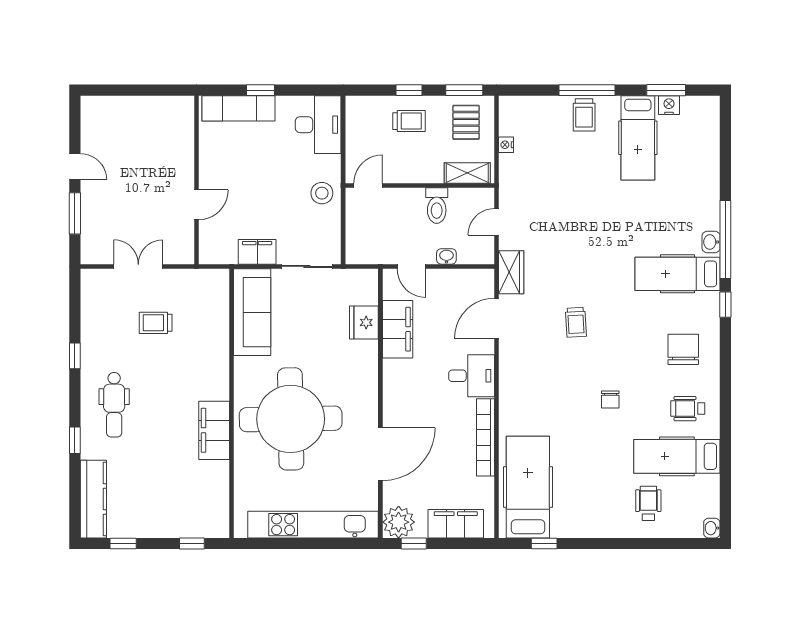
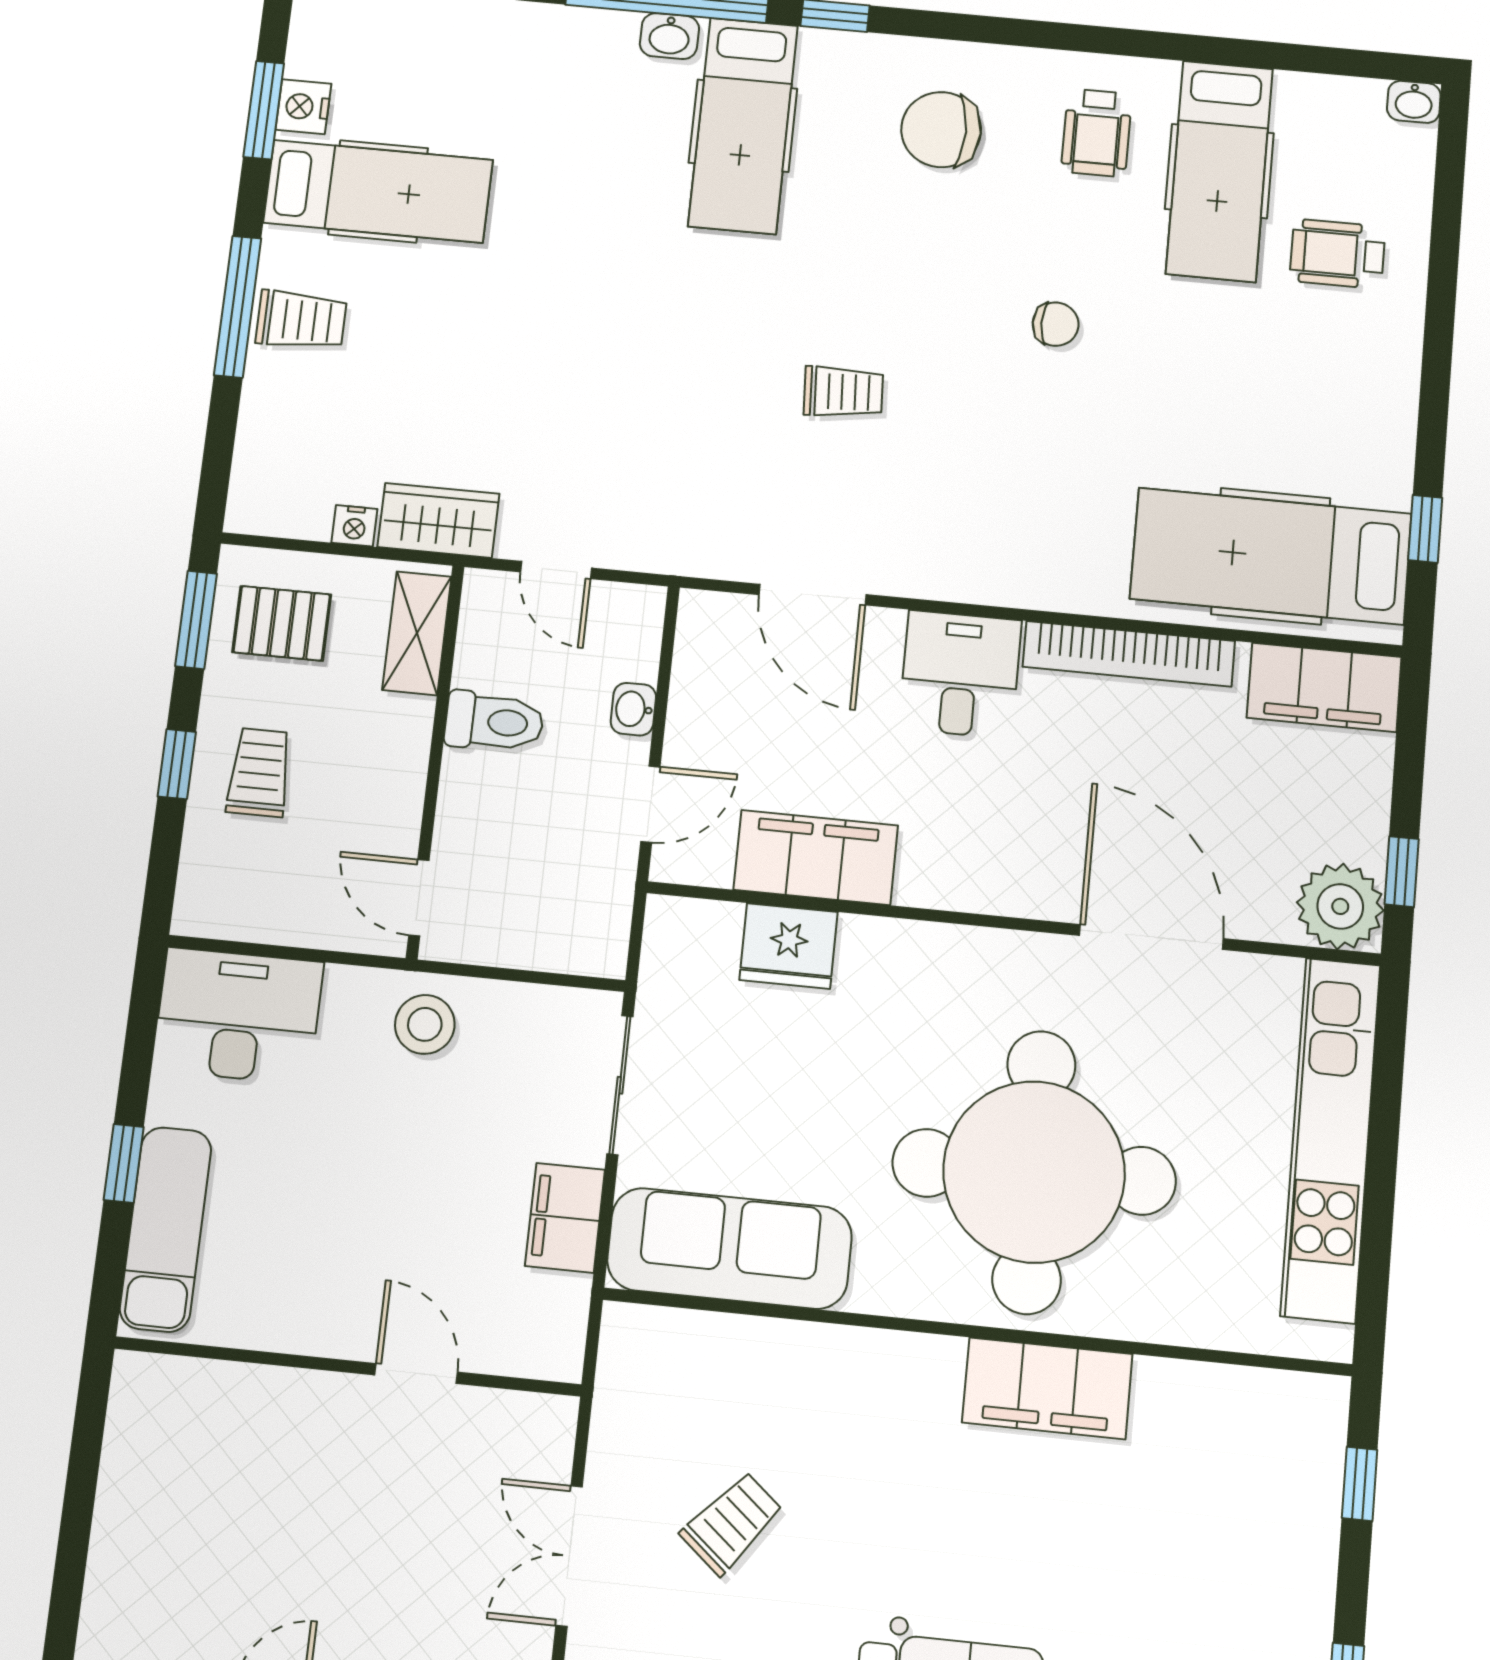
wardrobe: (511, 272) -> (438, 520), moved
trolley: (156, 323) -> (732, 1523), turned -140
filing cabinet: (456, 524) -> (1324, 687), moved, turned -90

